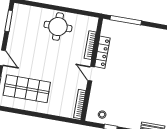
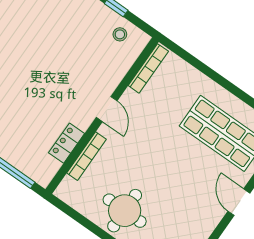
locker: (102, 52) -> (67, 143), width x0.66

